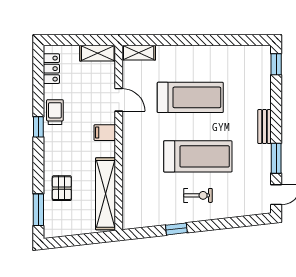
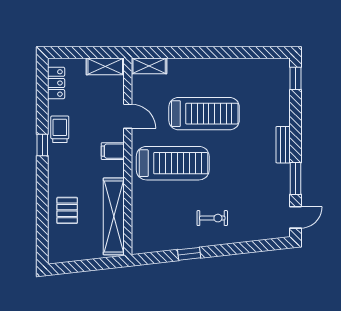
treadmill: (198, 156) -> (173, 163), moved
window: (38, 210) -> (42, 233), removed

